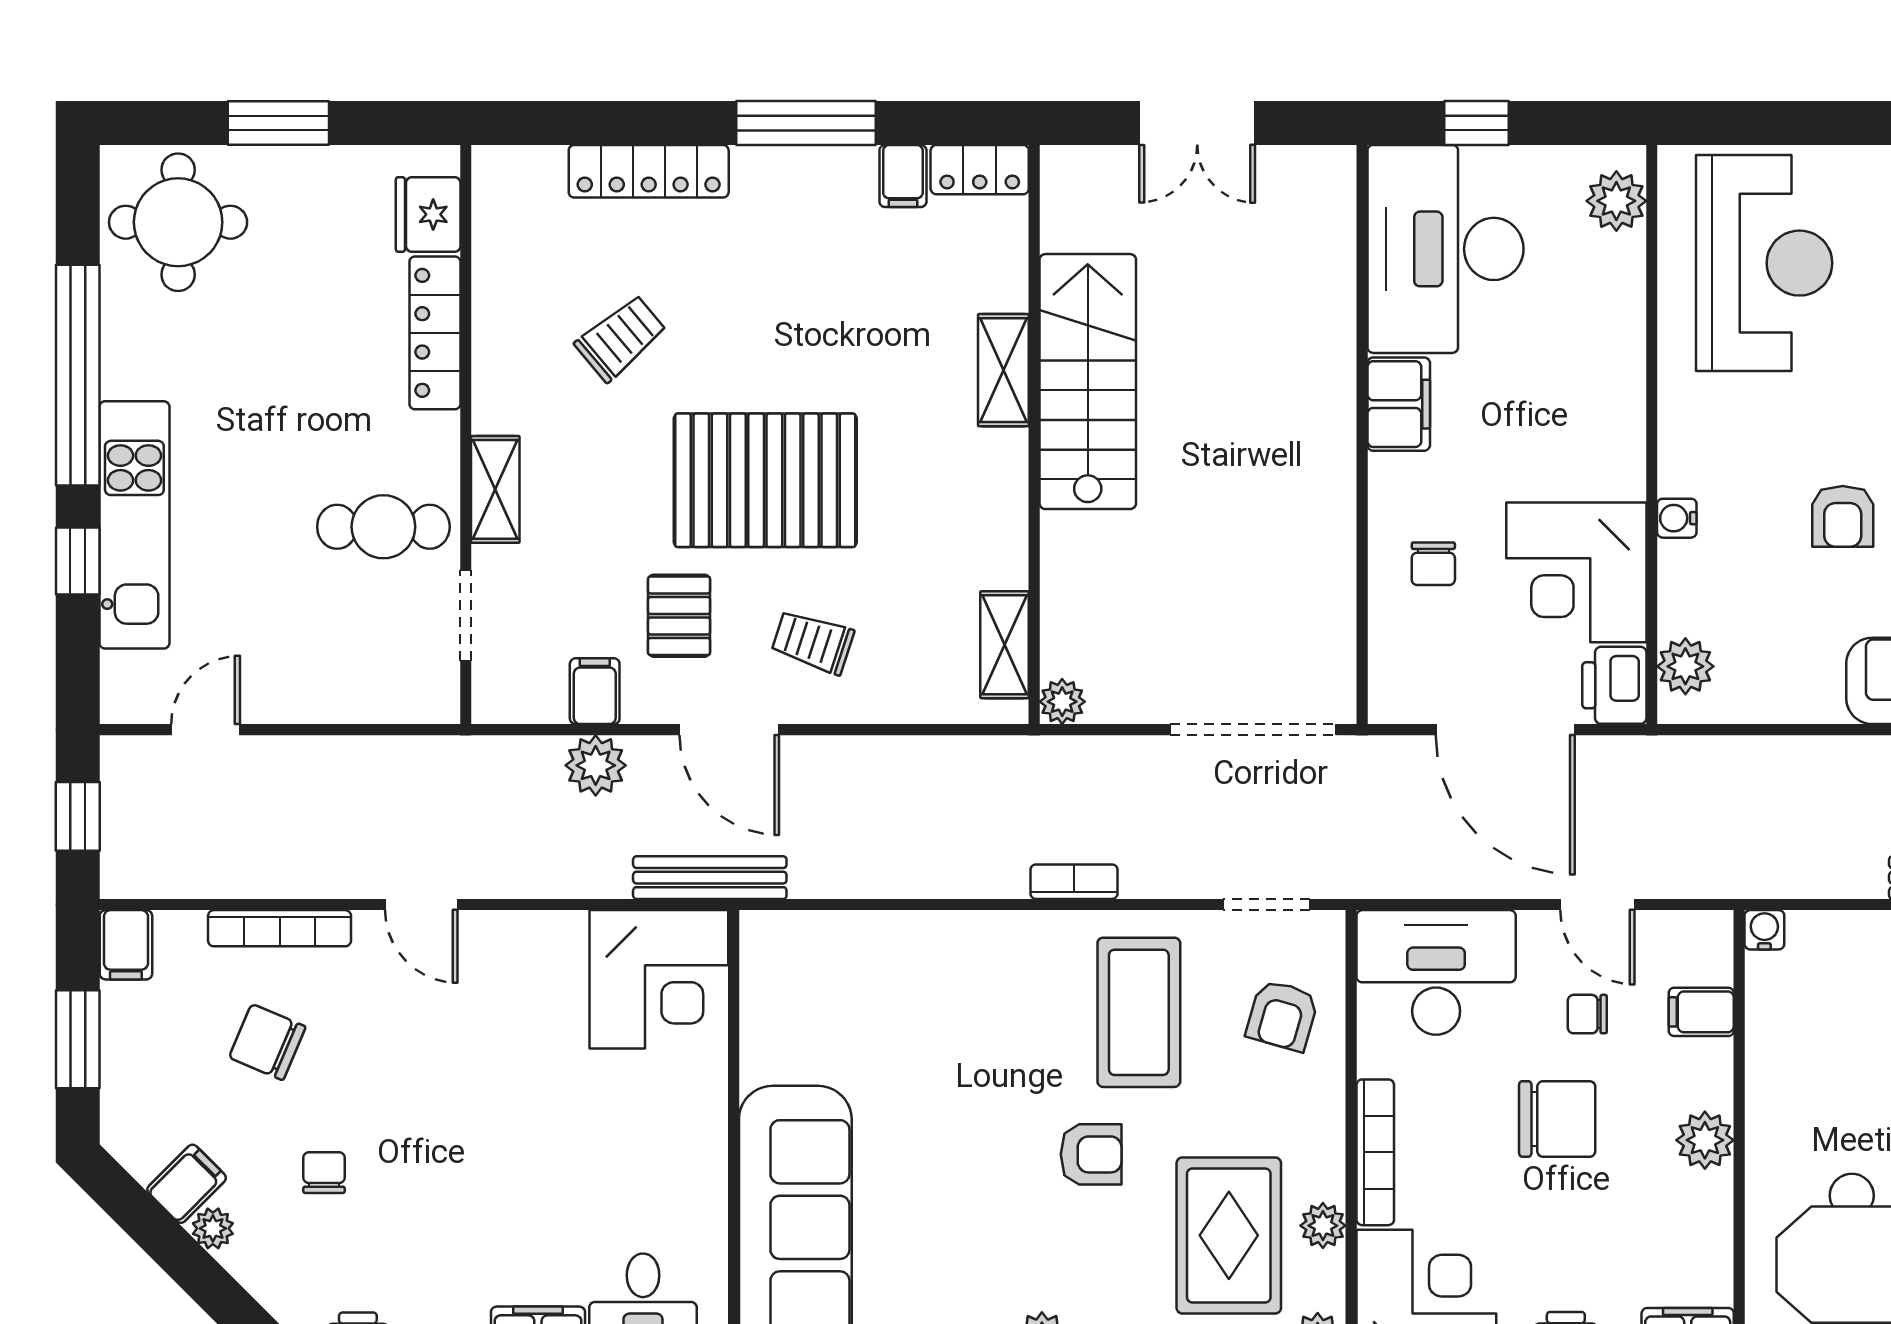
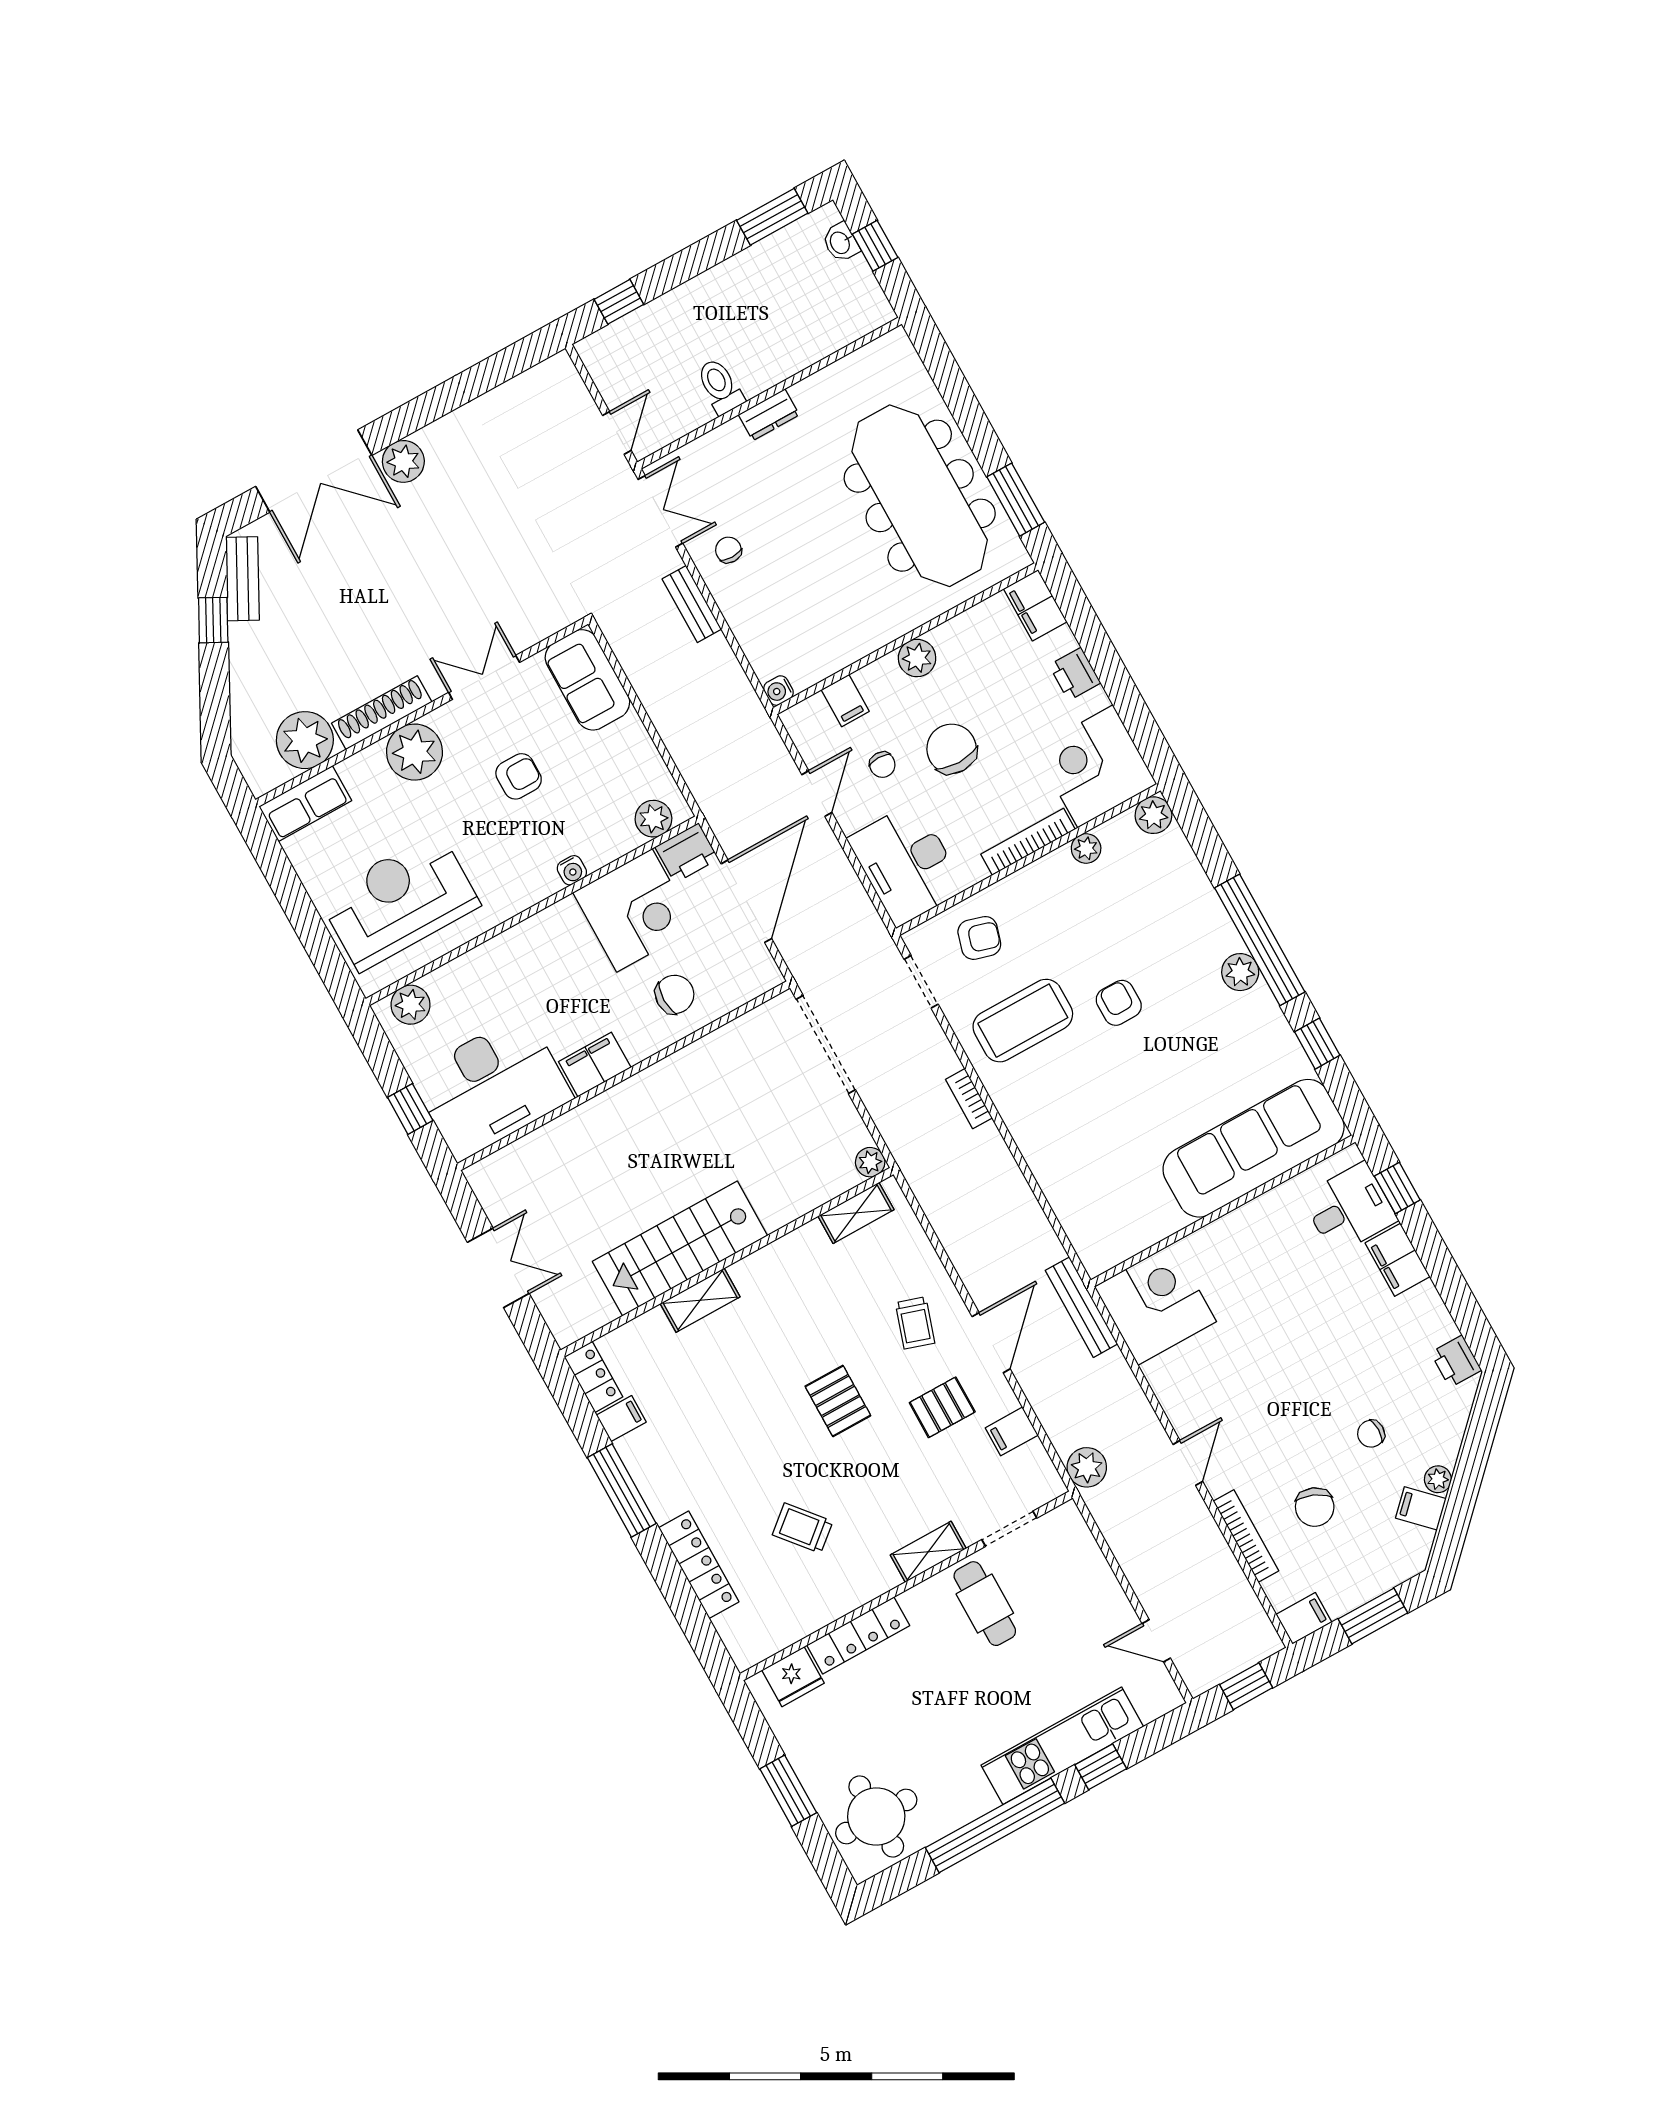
pallet: (765, 480) -> (838, 1401), width x0.49, depth x0.50
chair: (1433, 564) -> (675, 994), width x1.37, depth x1.37
plant: (596, 765) -> (1087, 1467), moved
rug: (1229, 1235) -> (1121, 899), removed

